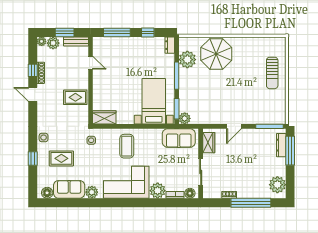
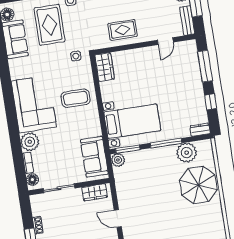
rug: (75, 97) -> (123, 30), turned 90
rug: (61, 158) -> (49, 25), width x1.36, depth x1.43
plant: (92, 192) -> (16, 66), removed

